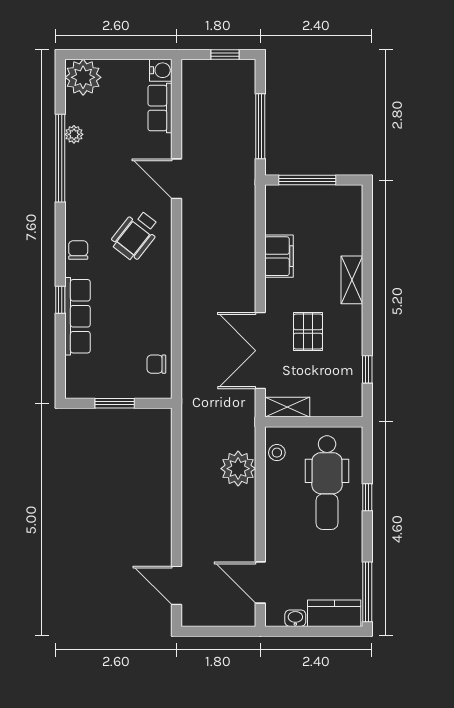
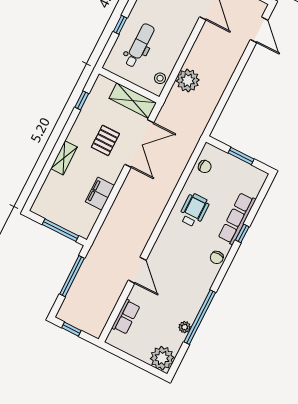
water cooler: (161, 70) -> (114, 339), removed
wheelchair: (136, 235) -> (194, 210), moved, turned -38
shelving: (287, 407) -> (133, 101), width x1.50, depth x1.33
dental chair: (327, 483) -> (139, 45), width x0.73, depth x0.72

